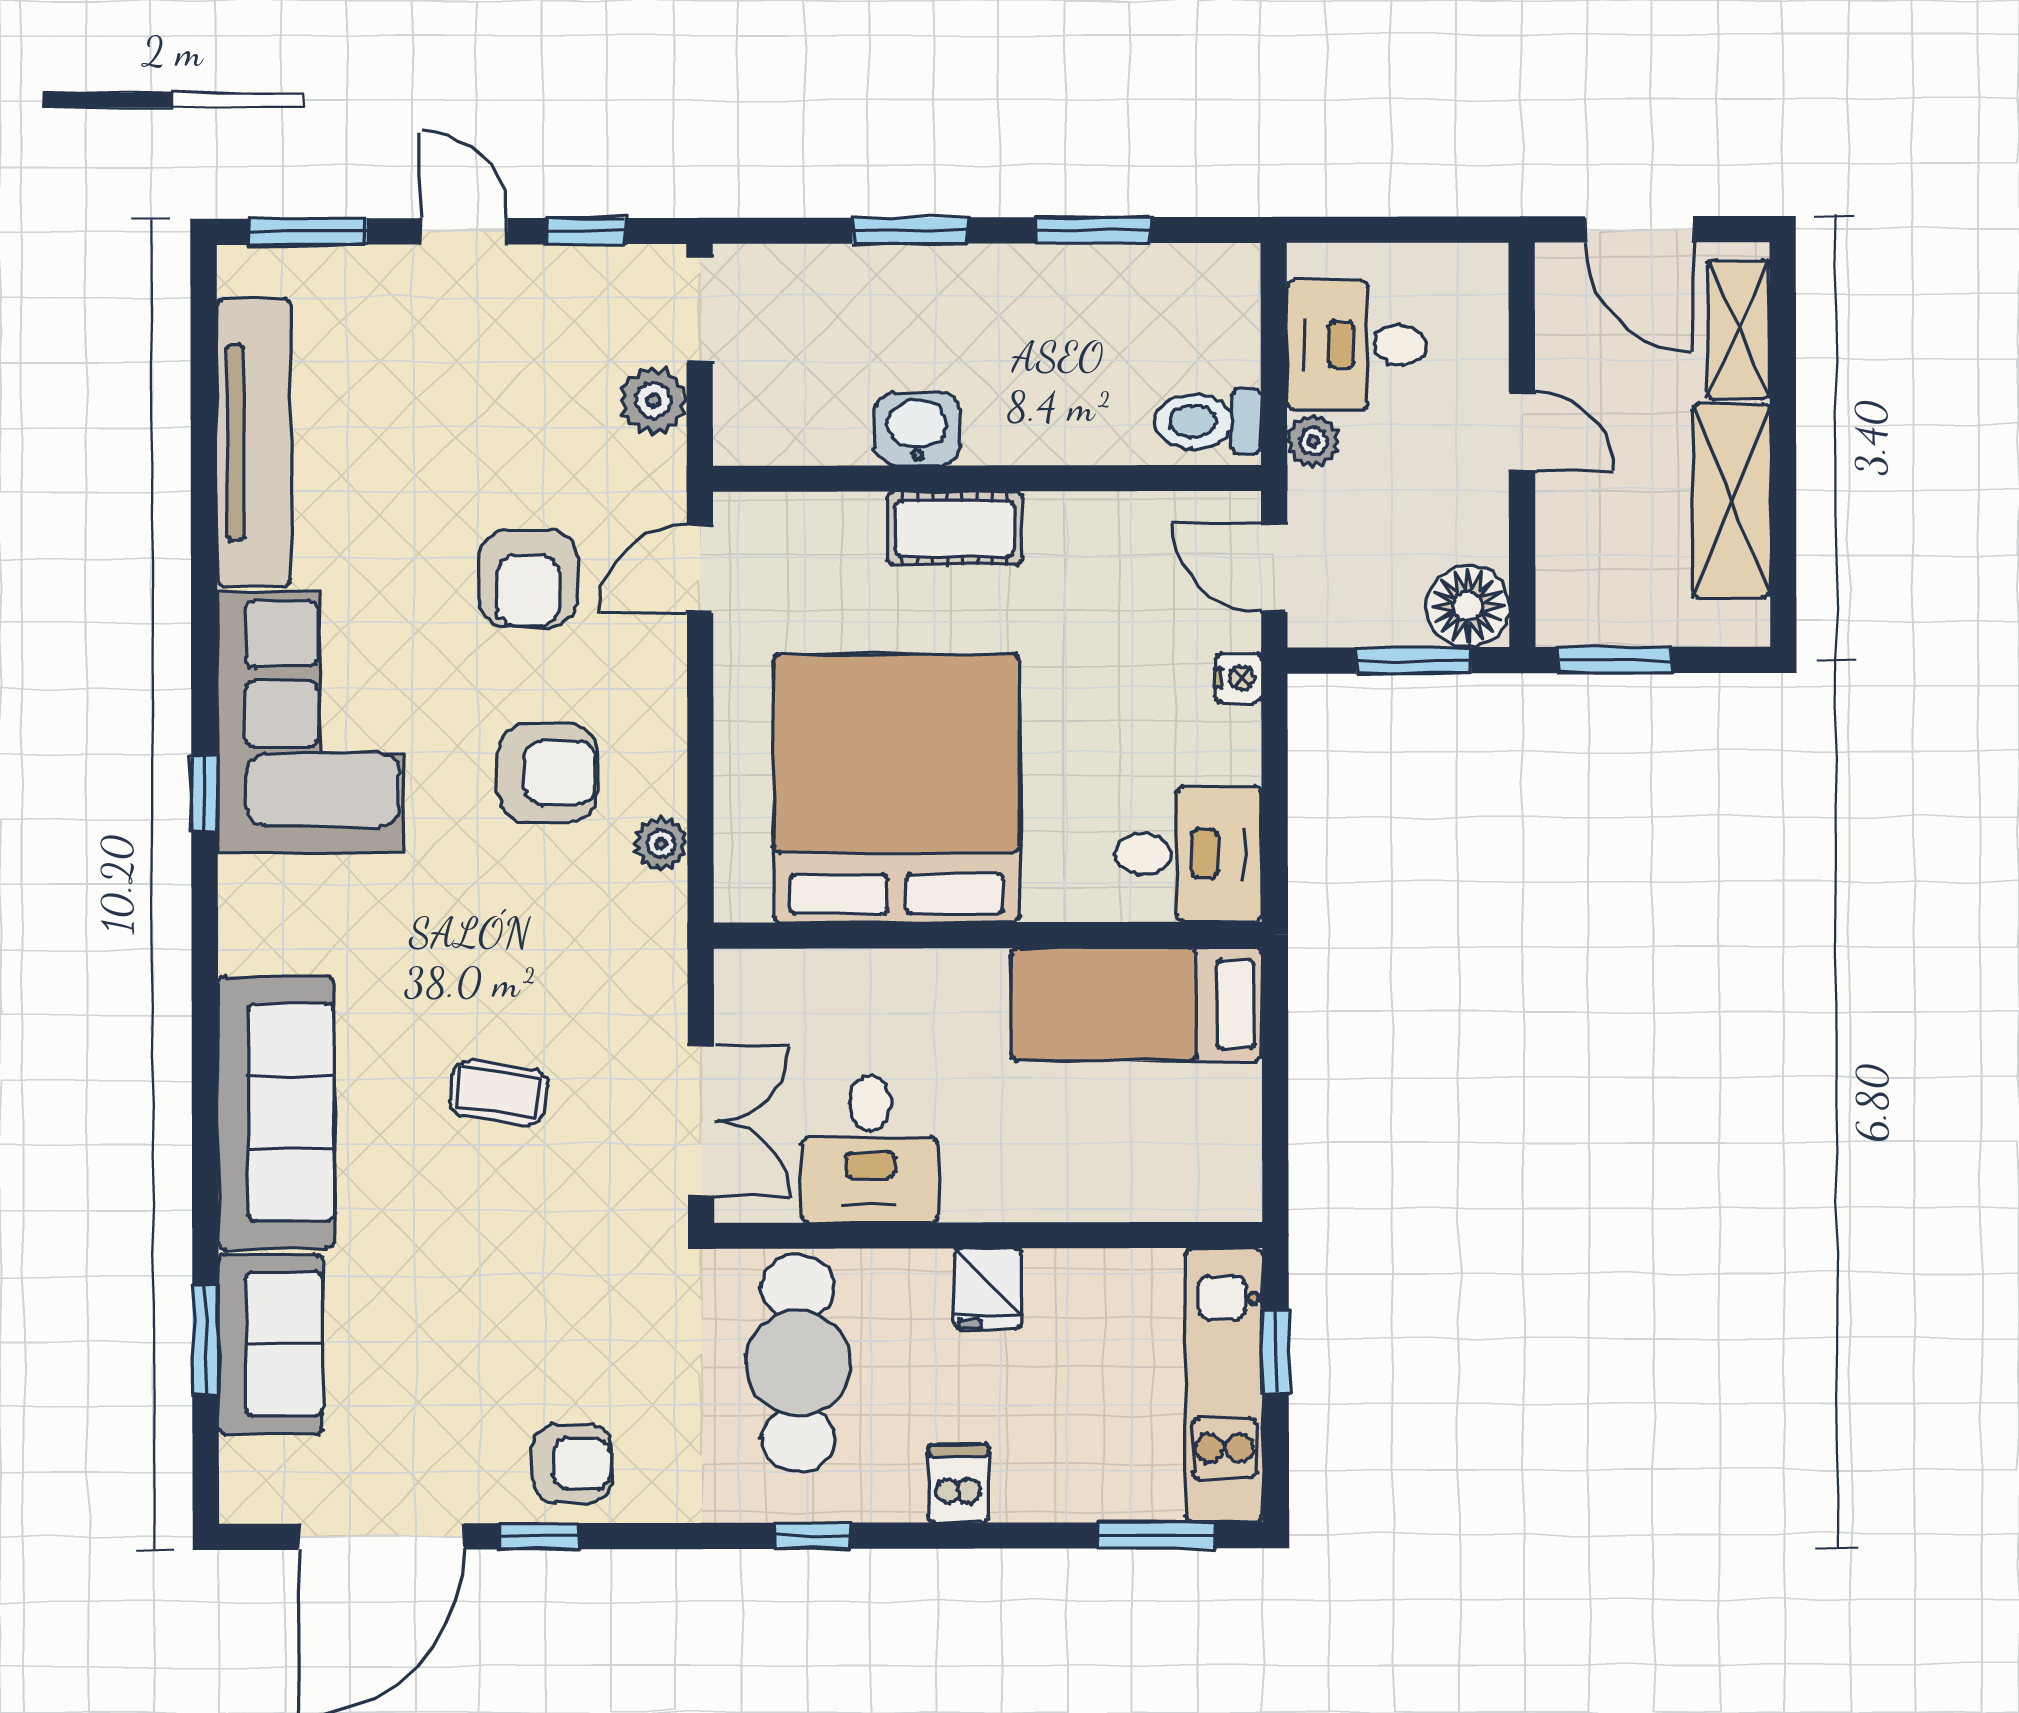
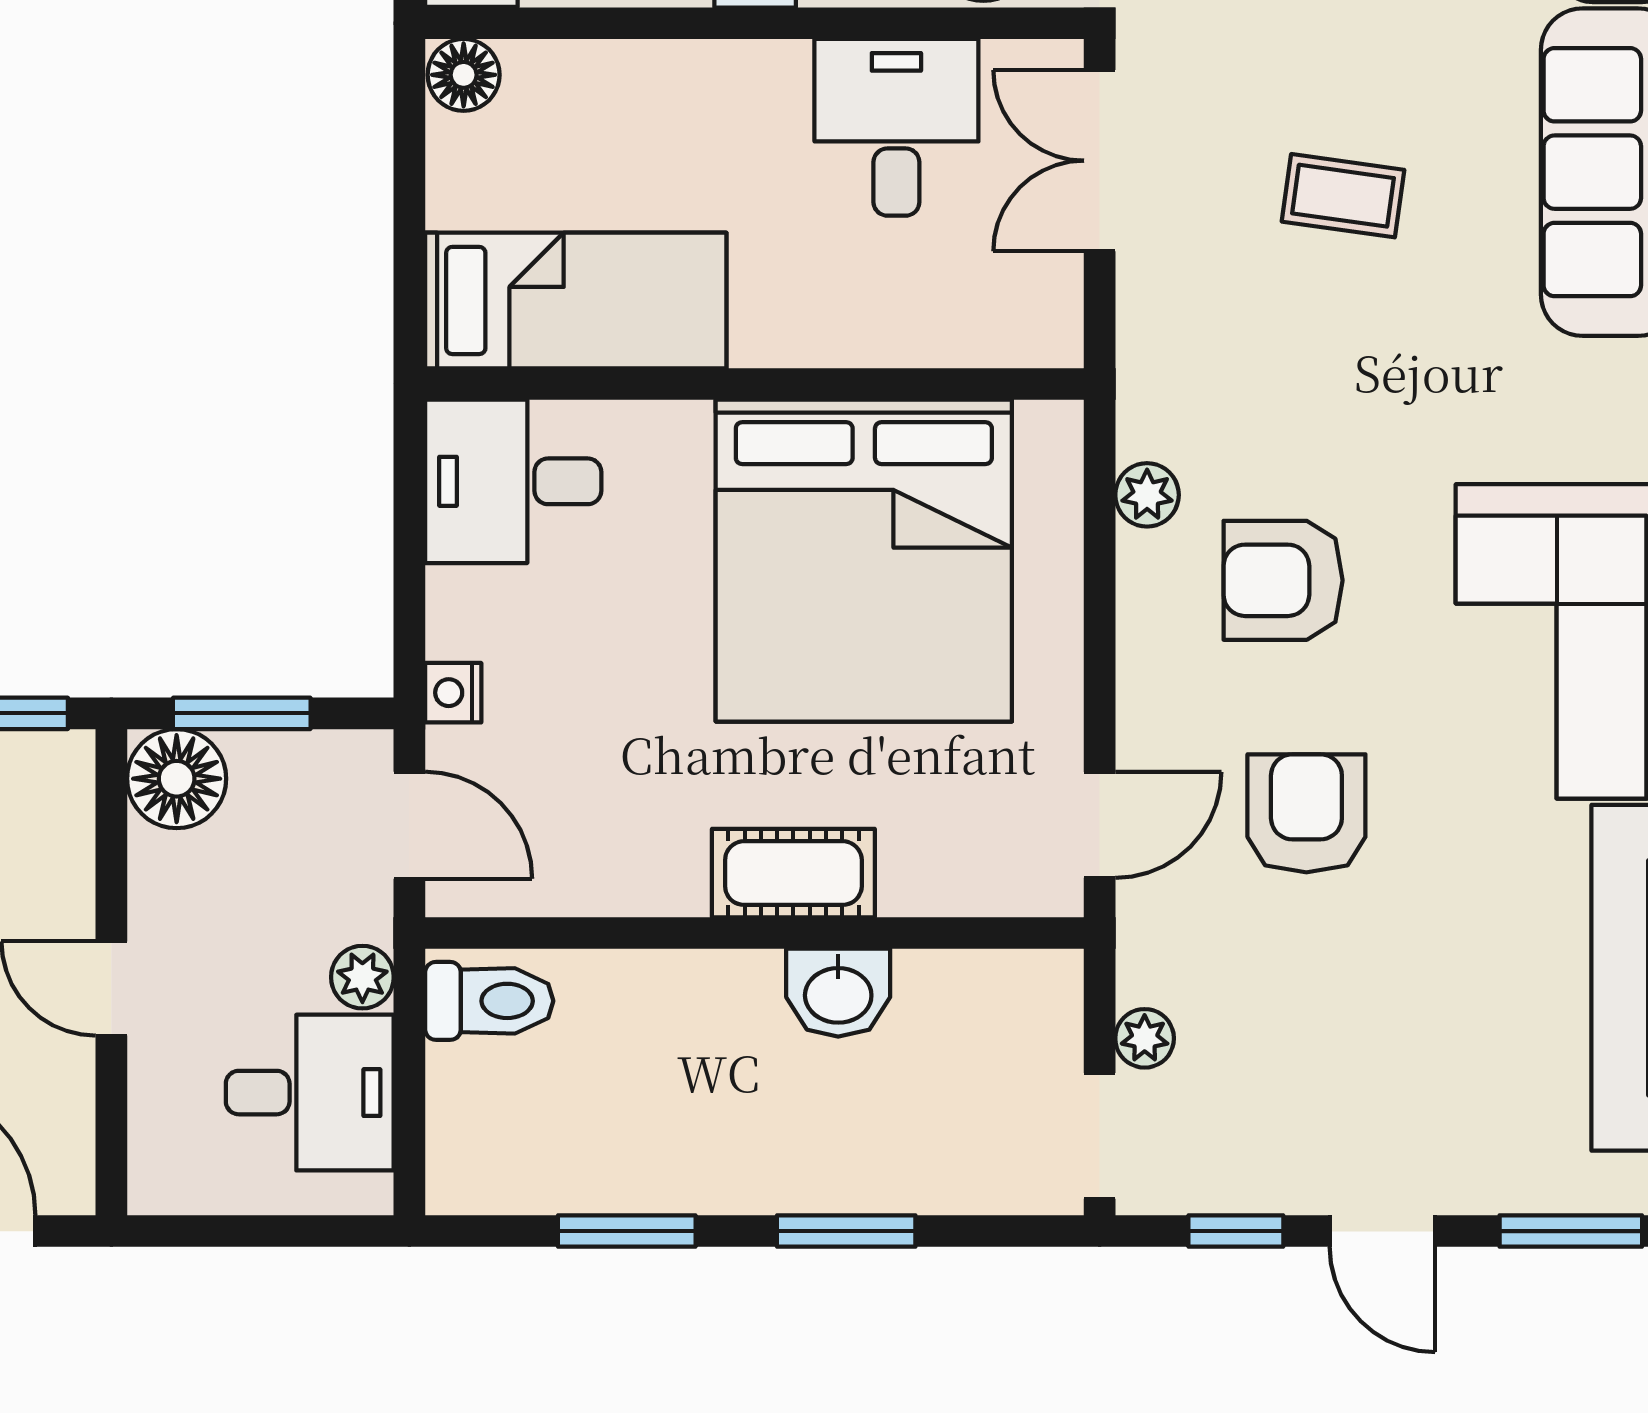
plant: (653, 401) -> (1145, 1038), width x0.73, depth x0.73
floor lamp: (1230, 1192) -> (464, 75), added

